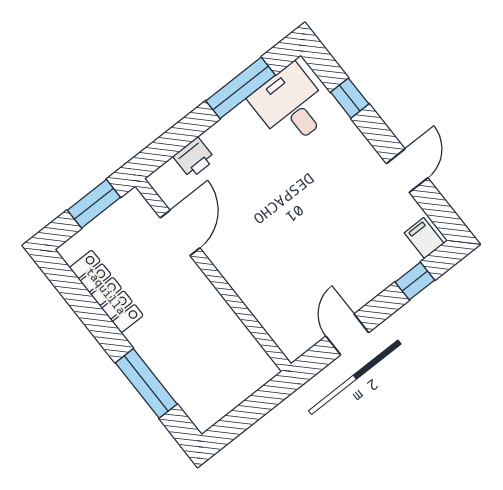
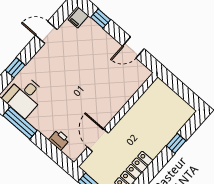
door: (180, 233) -> (98, 140), hinge flipped
window: (146, 383) -> (176, 143), width x0.46

